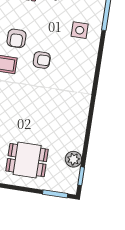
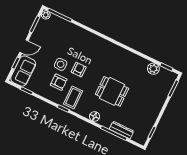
side table: (80, 30) -> (61, 64), moved
dining table: (27, 160) -> (112, 91), moved, turned 90

